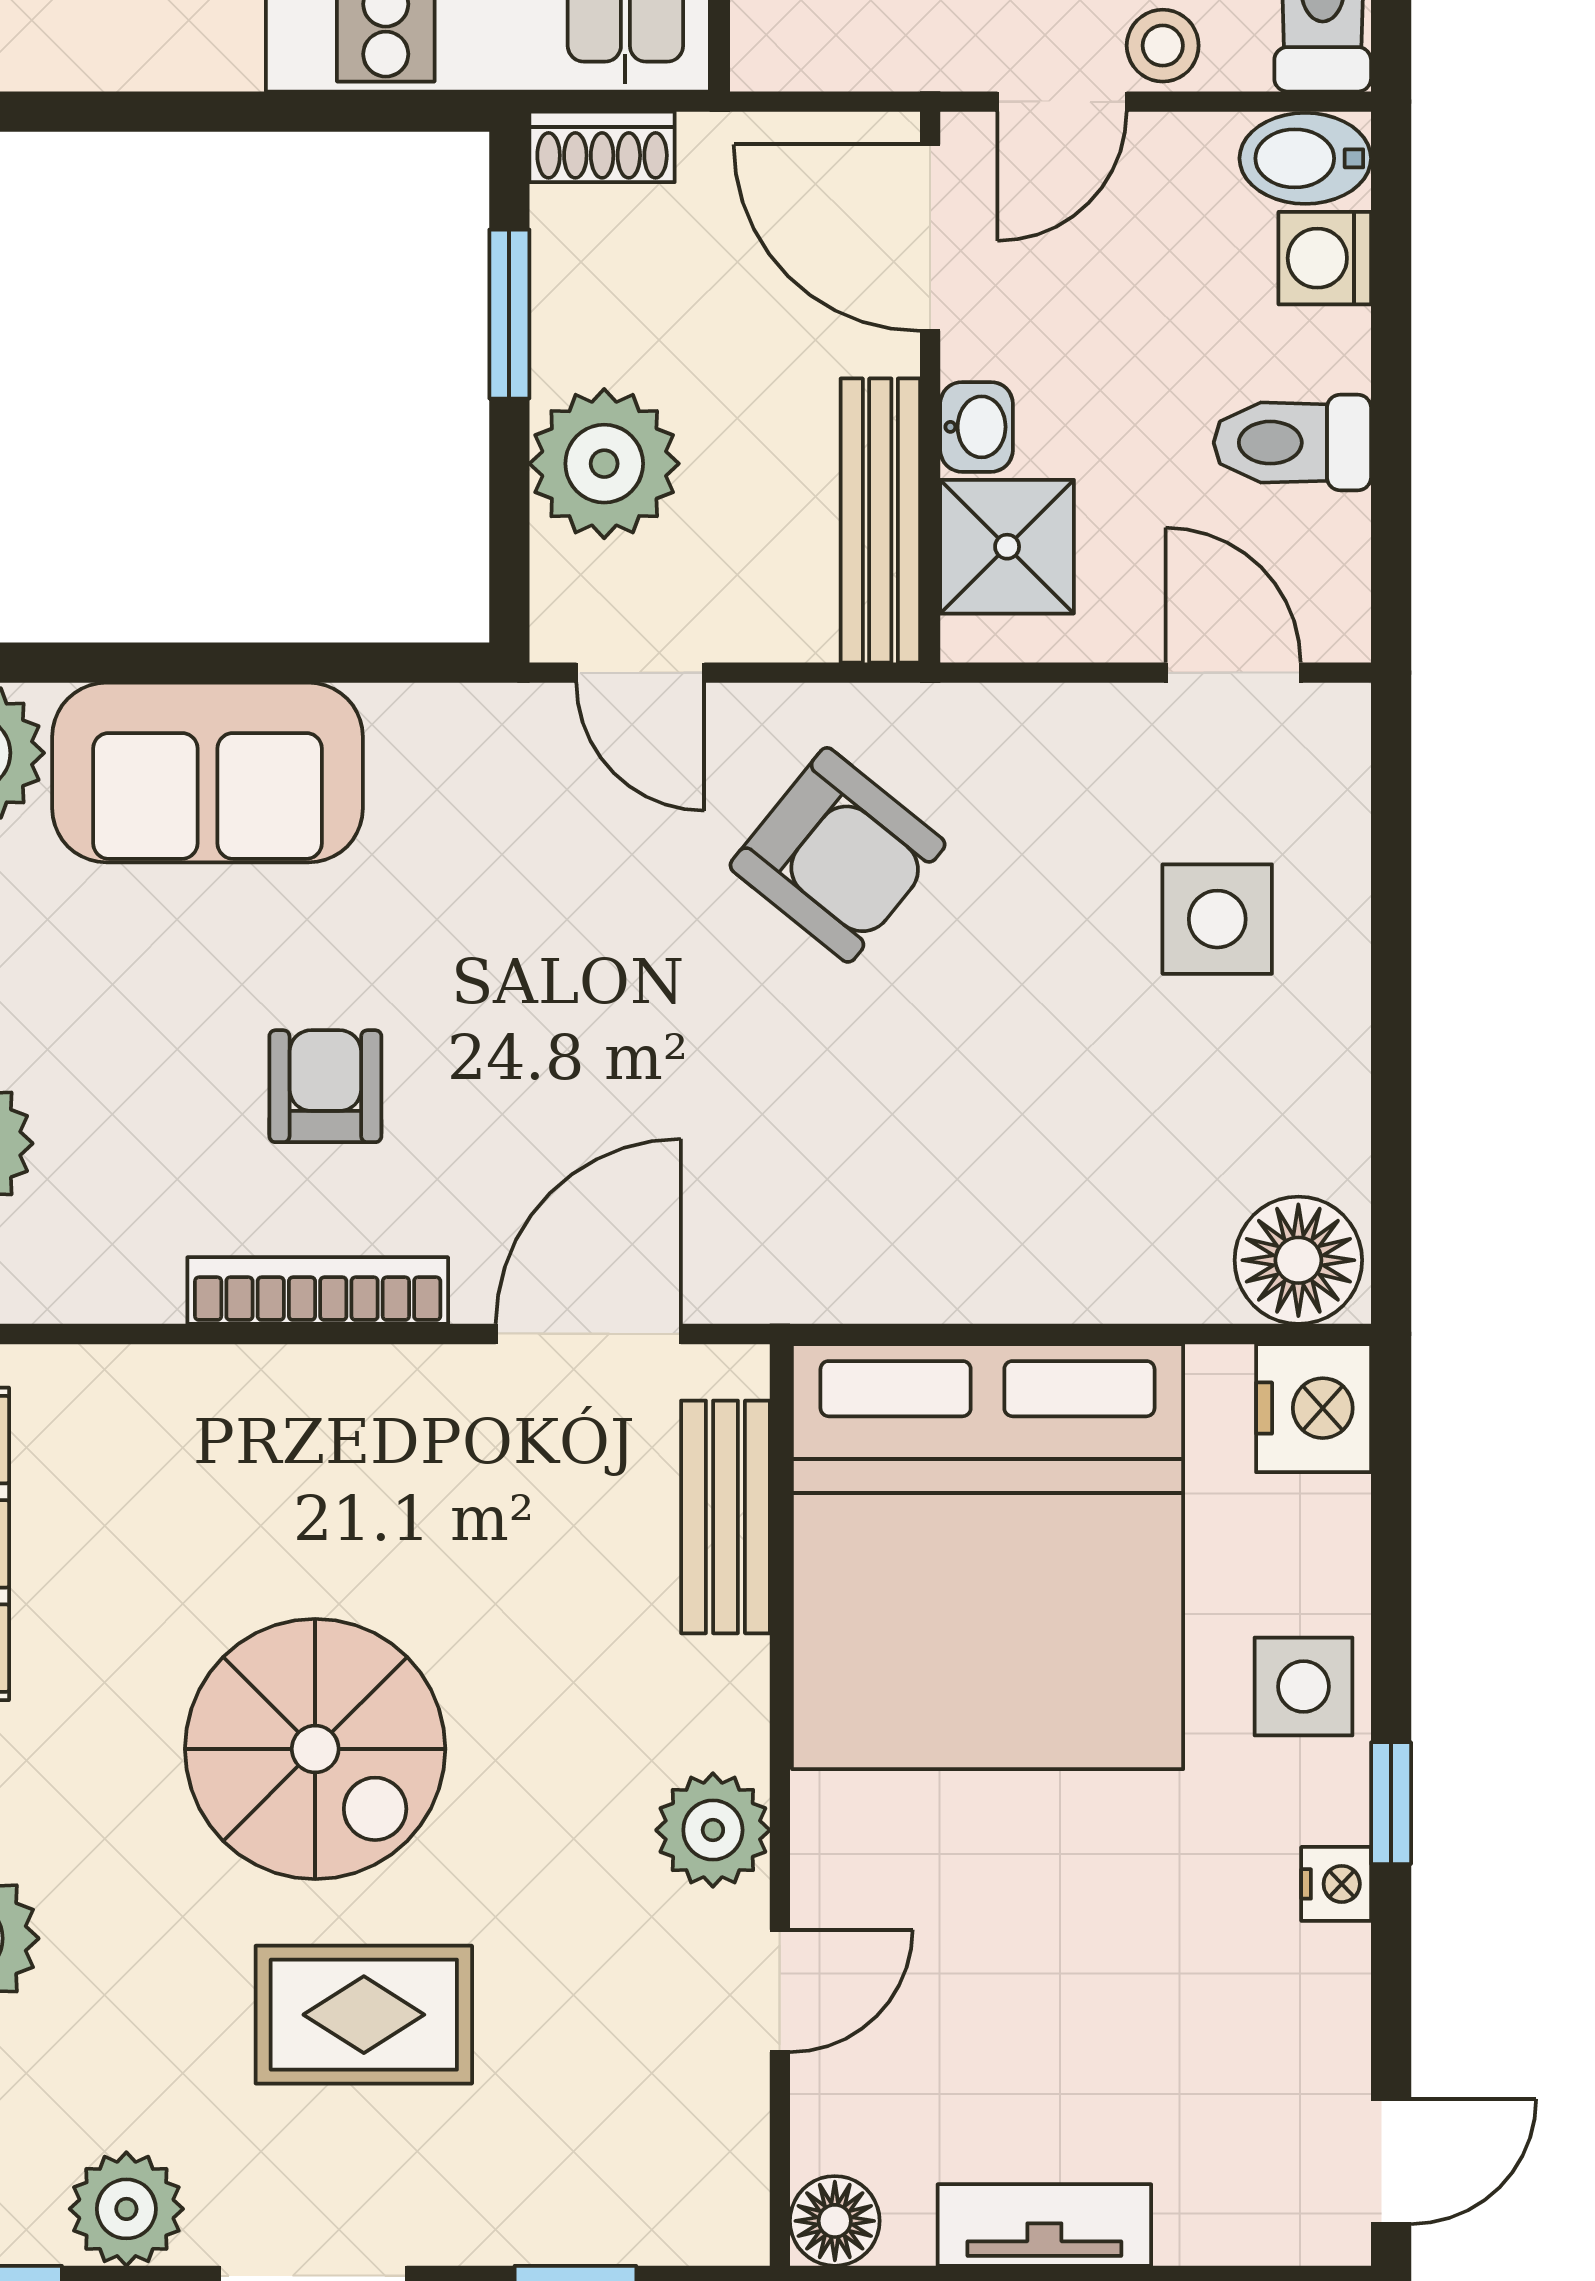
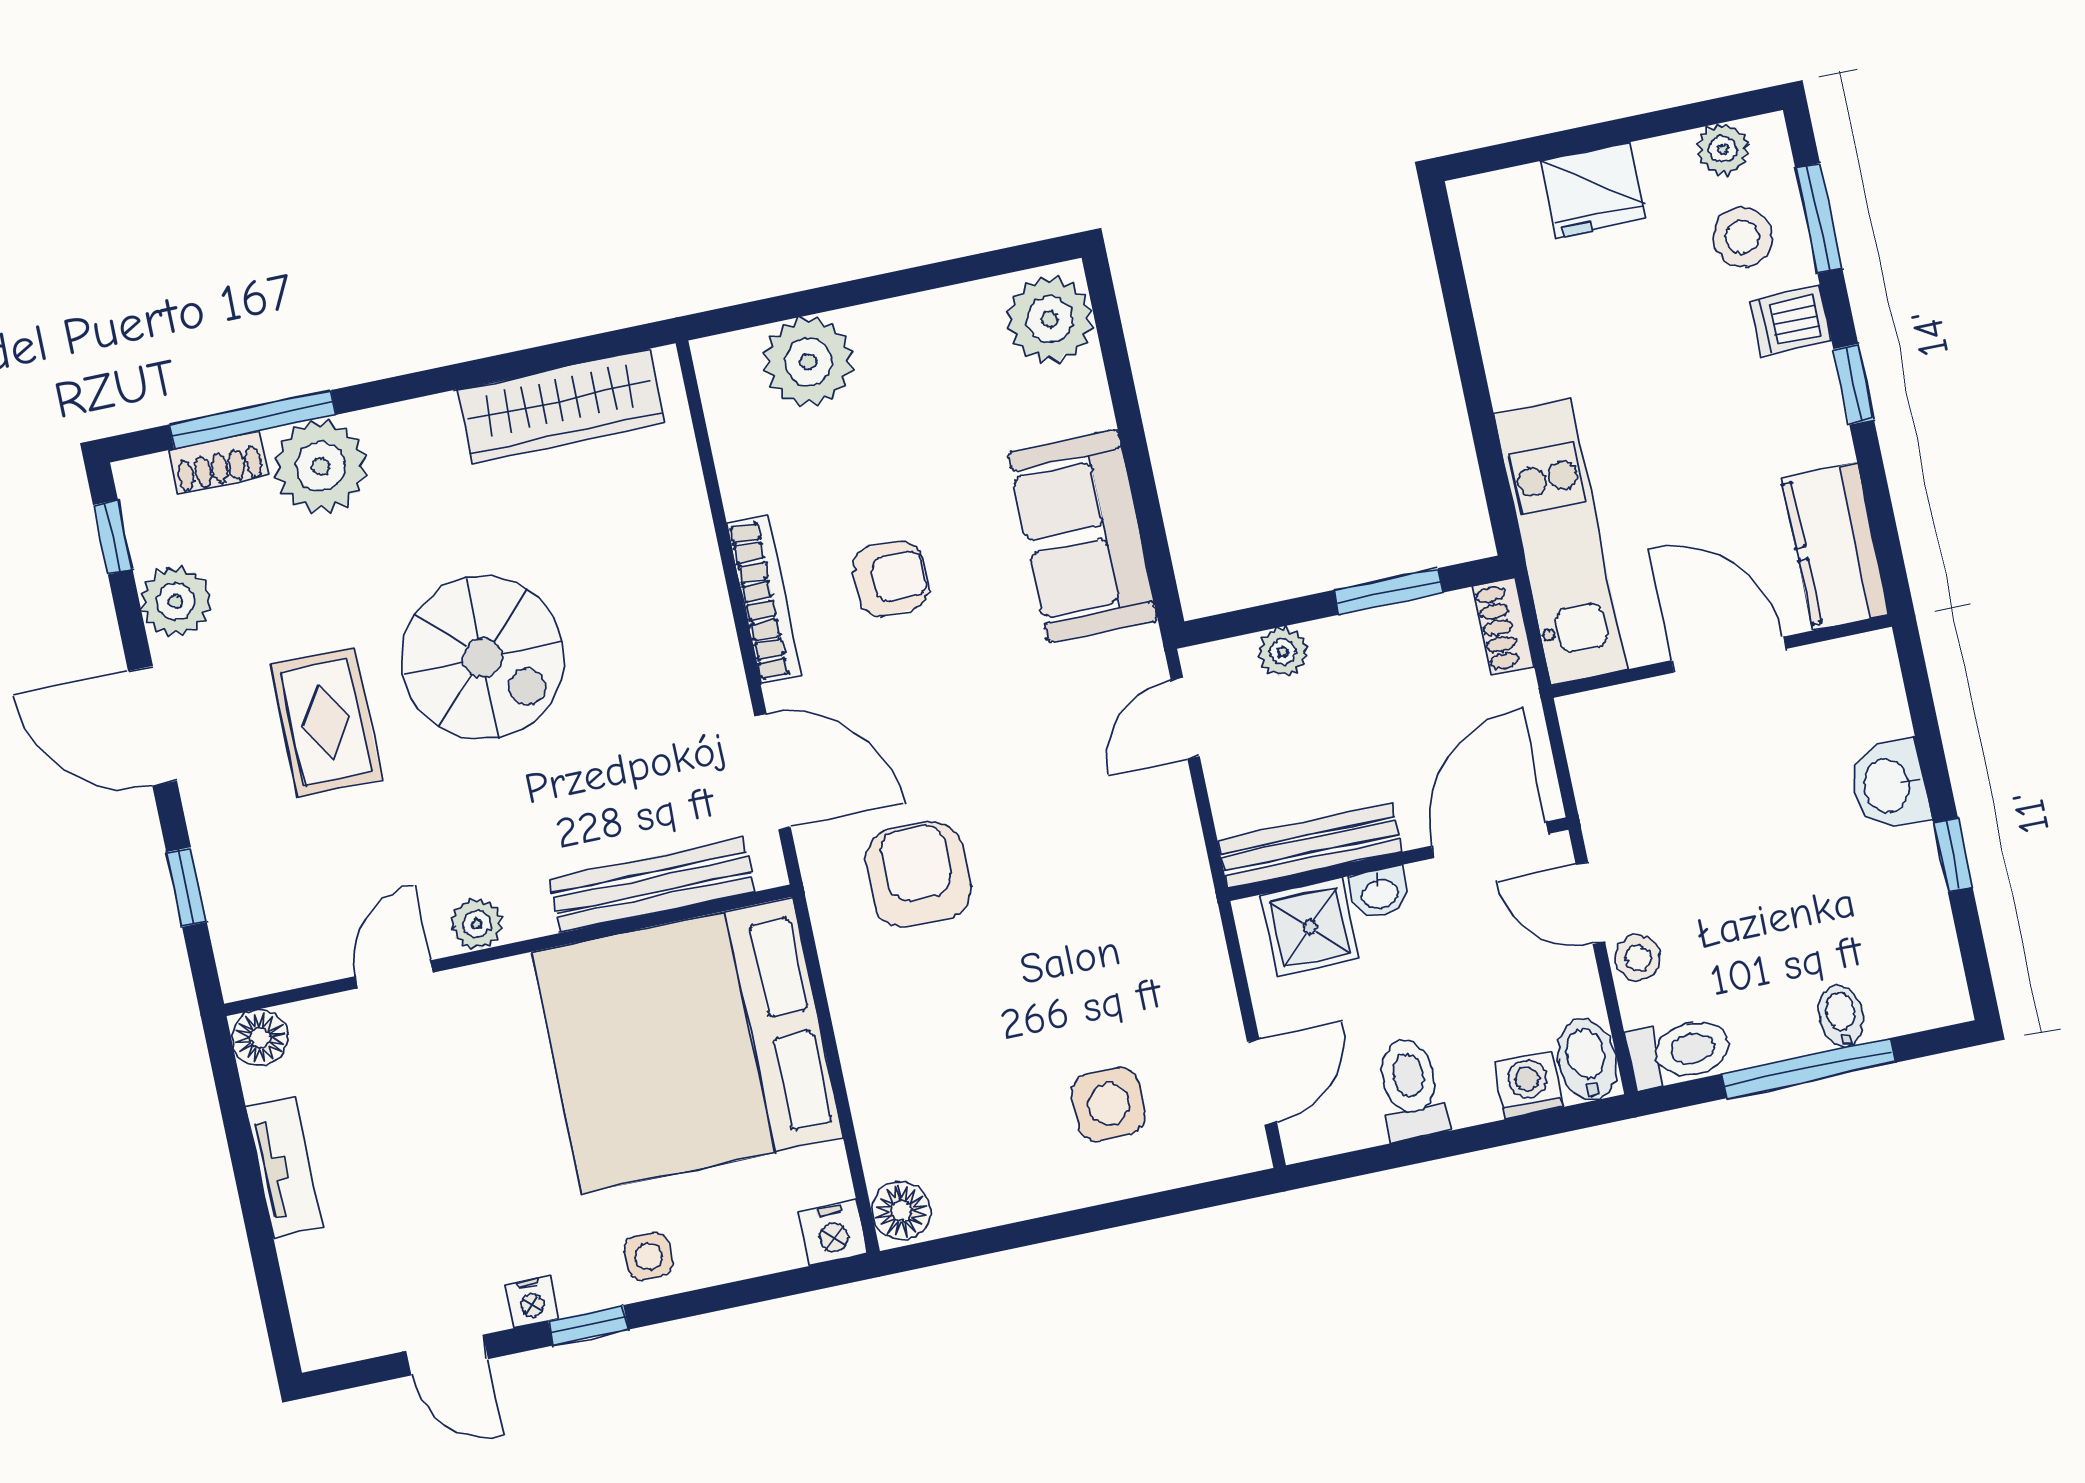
plant: (604, 464) -> (1283, 652), width x0.53, depth x0.53
sofa: (207, 773) -> (1083, 536), moved
armchair: (838, 855) -> (918, 875), moved, turned 141
floor lamp: (1298, 1260) -> (901, 1211), width x0.73, depth x0.73
nightstand: (1314, 1408) -> (833, 1233), width x0.74, depth x0.75
bench: (725, 1517) -> (652, 885), width x1.36
side table: (1303, 1687) -> (649, 1256), width x0.73, depth x0.73
spiral stairs: (315, 1749) -> (482, 658), turned -90
plant: (713, 1830) -> (477, 924), width x0.73, depth x0.73
door: (780, 1991) -> (394, 974), swing flipped
door: (1391, 2161) -> (447, 1355), moved

